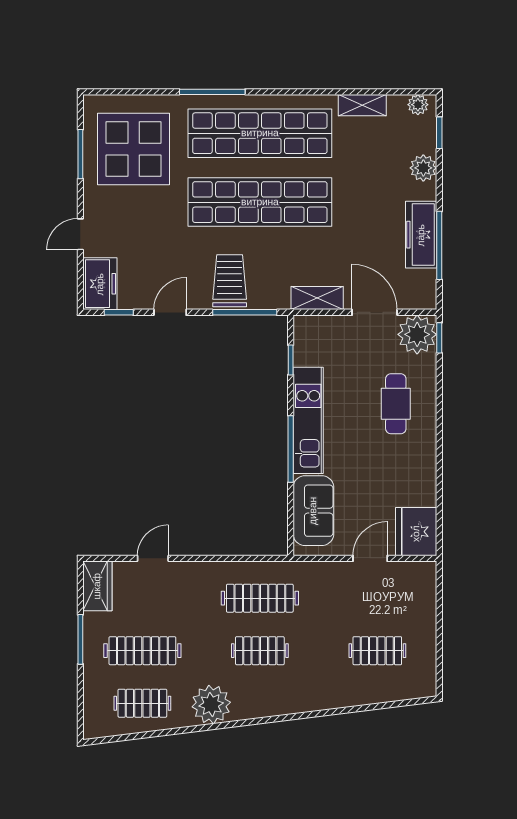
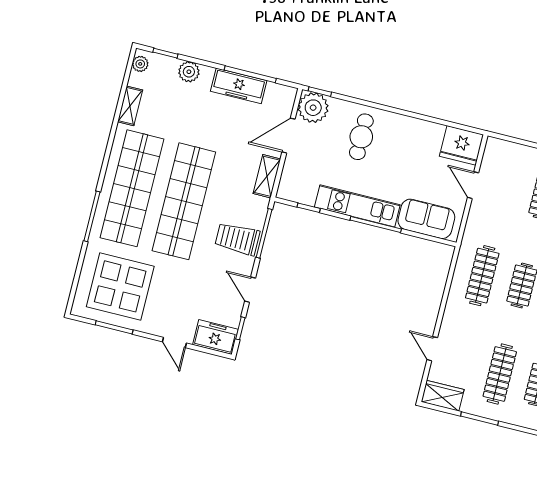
cafe table: (396, 404) -> (361, 137), turned 90

